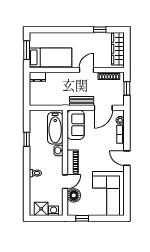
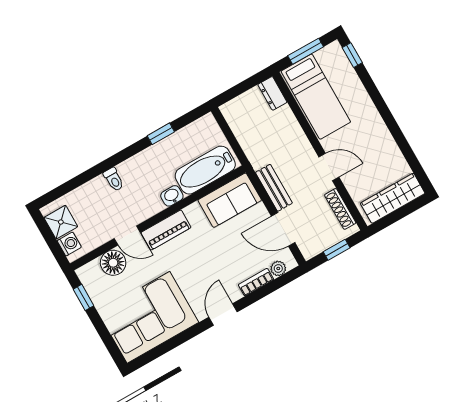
window: (100, 30) -> (352, 55), moved

